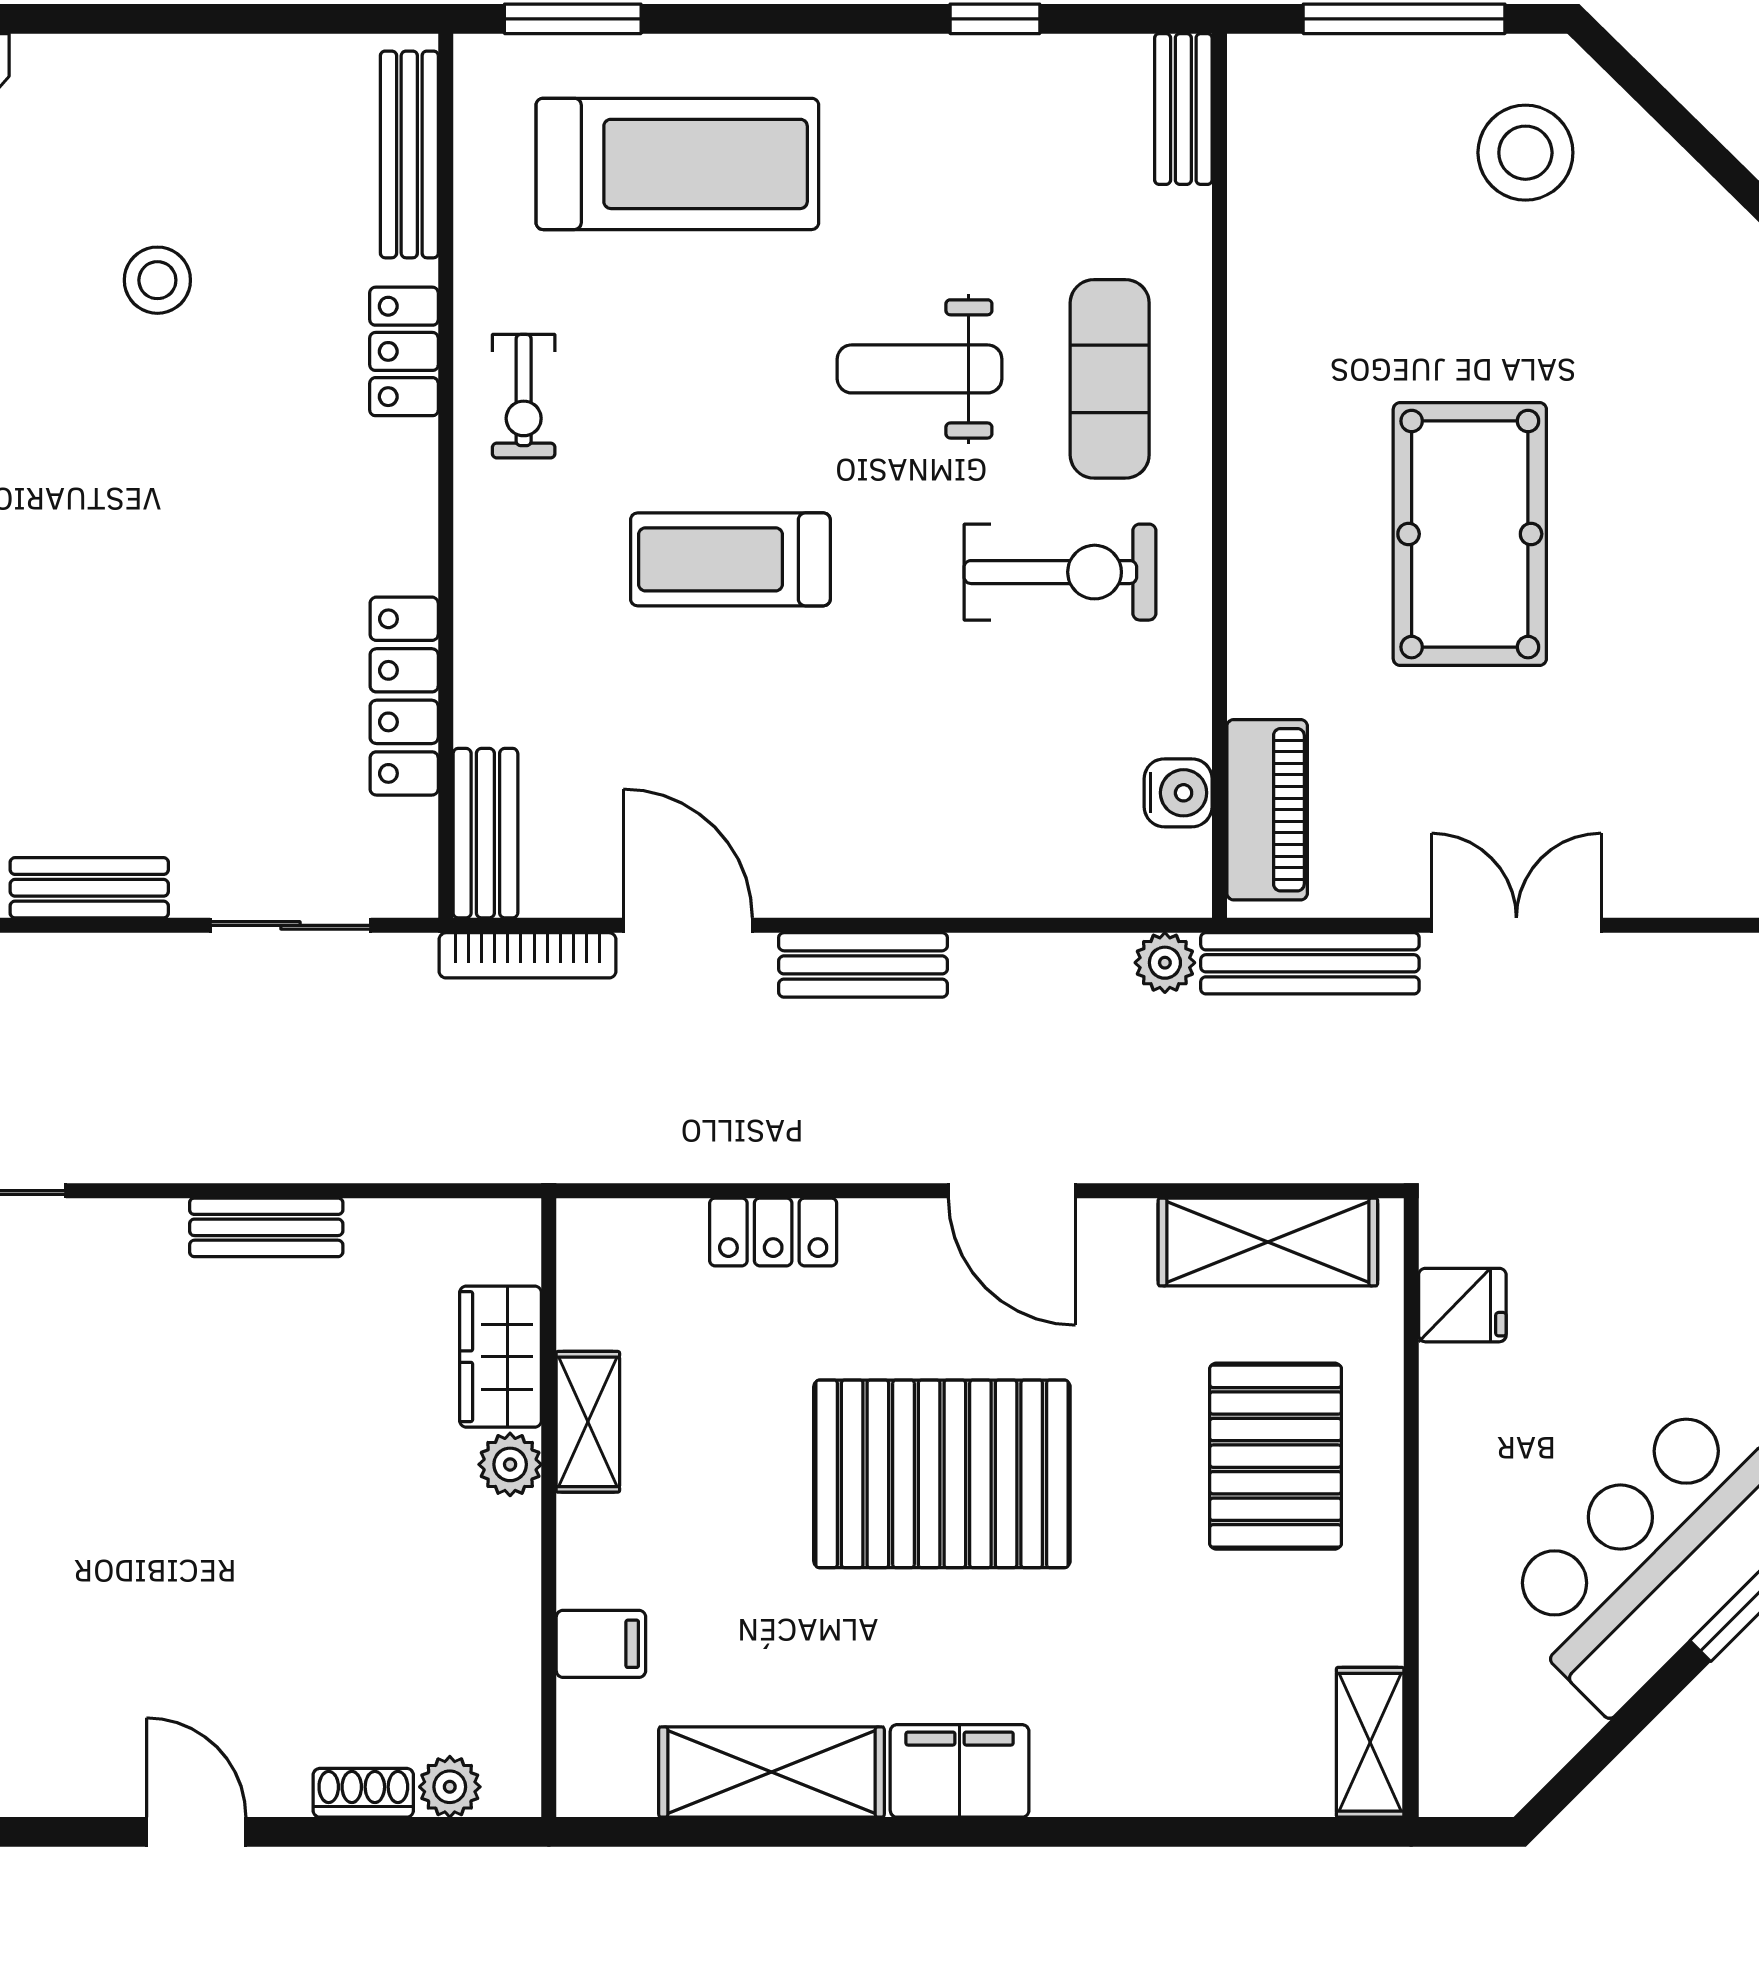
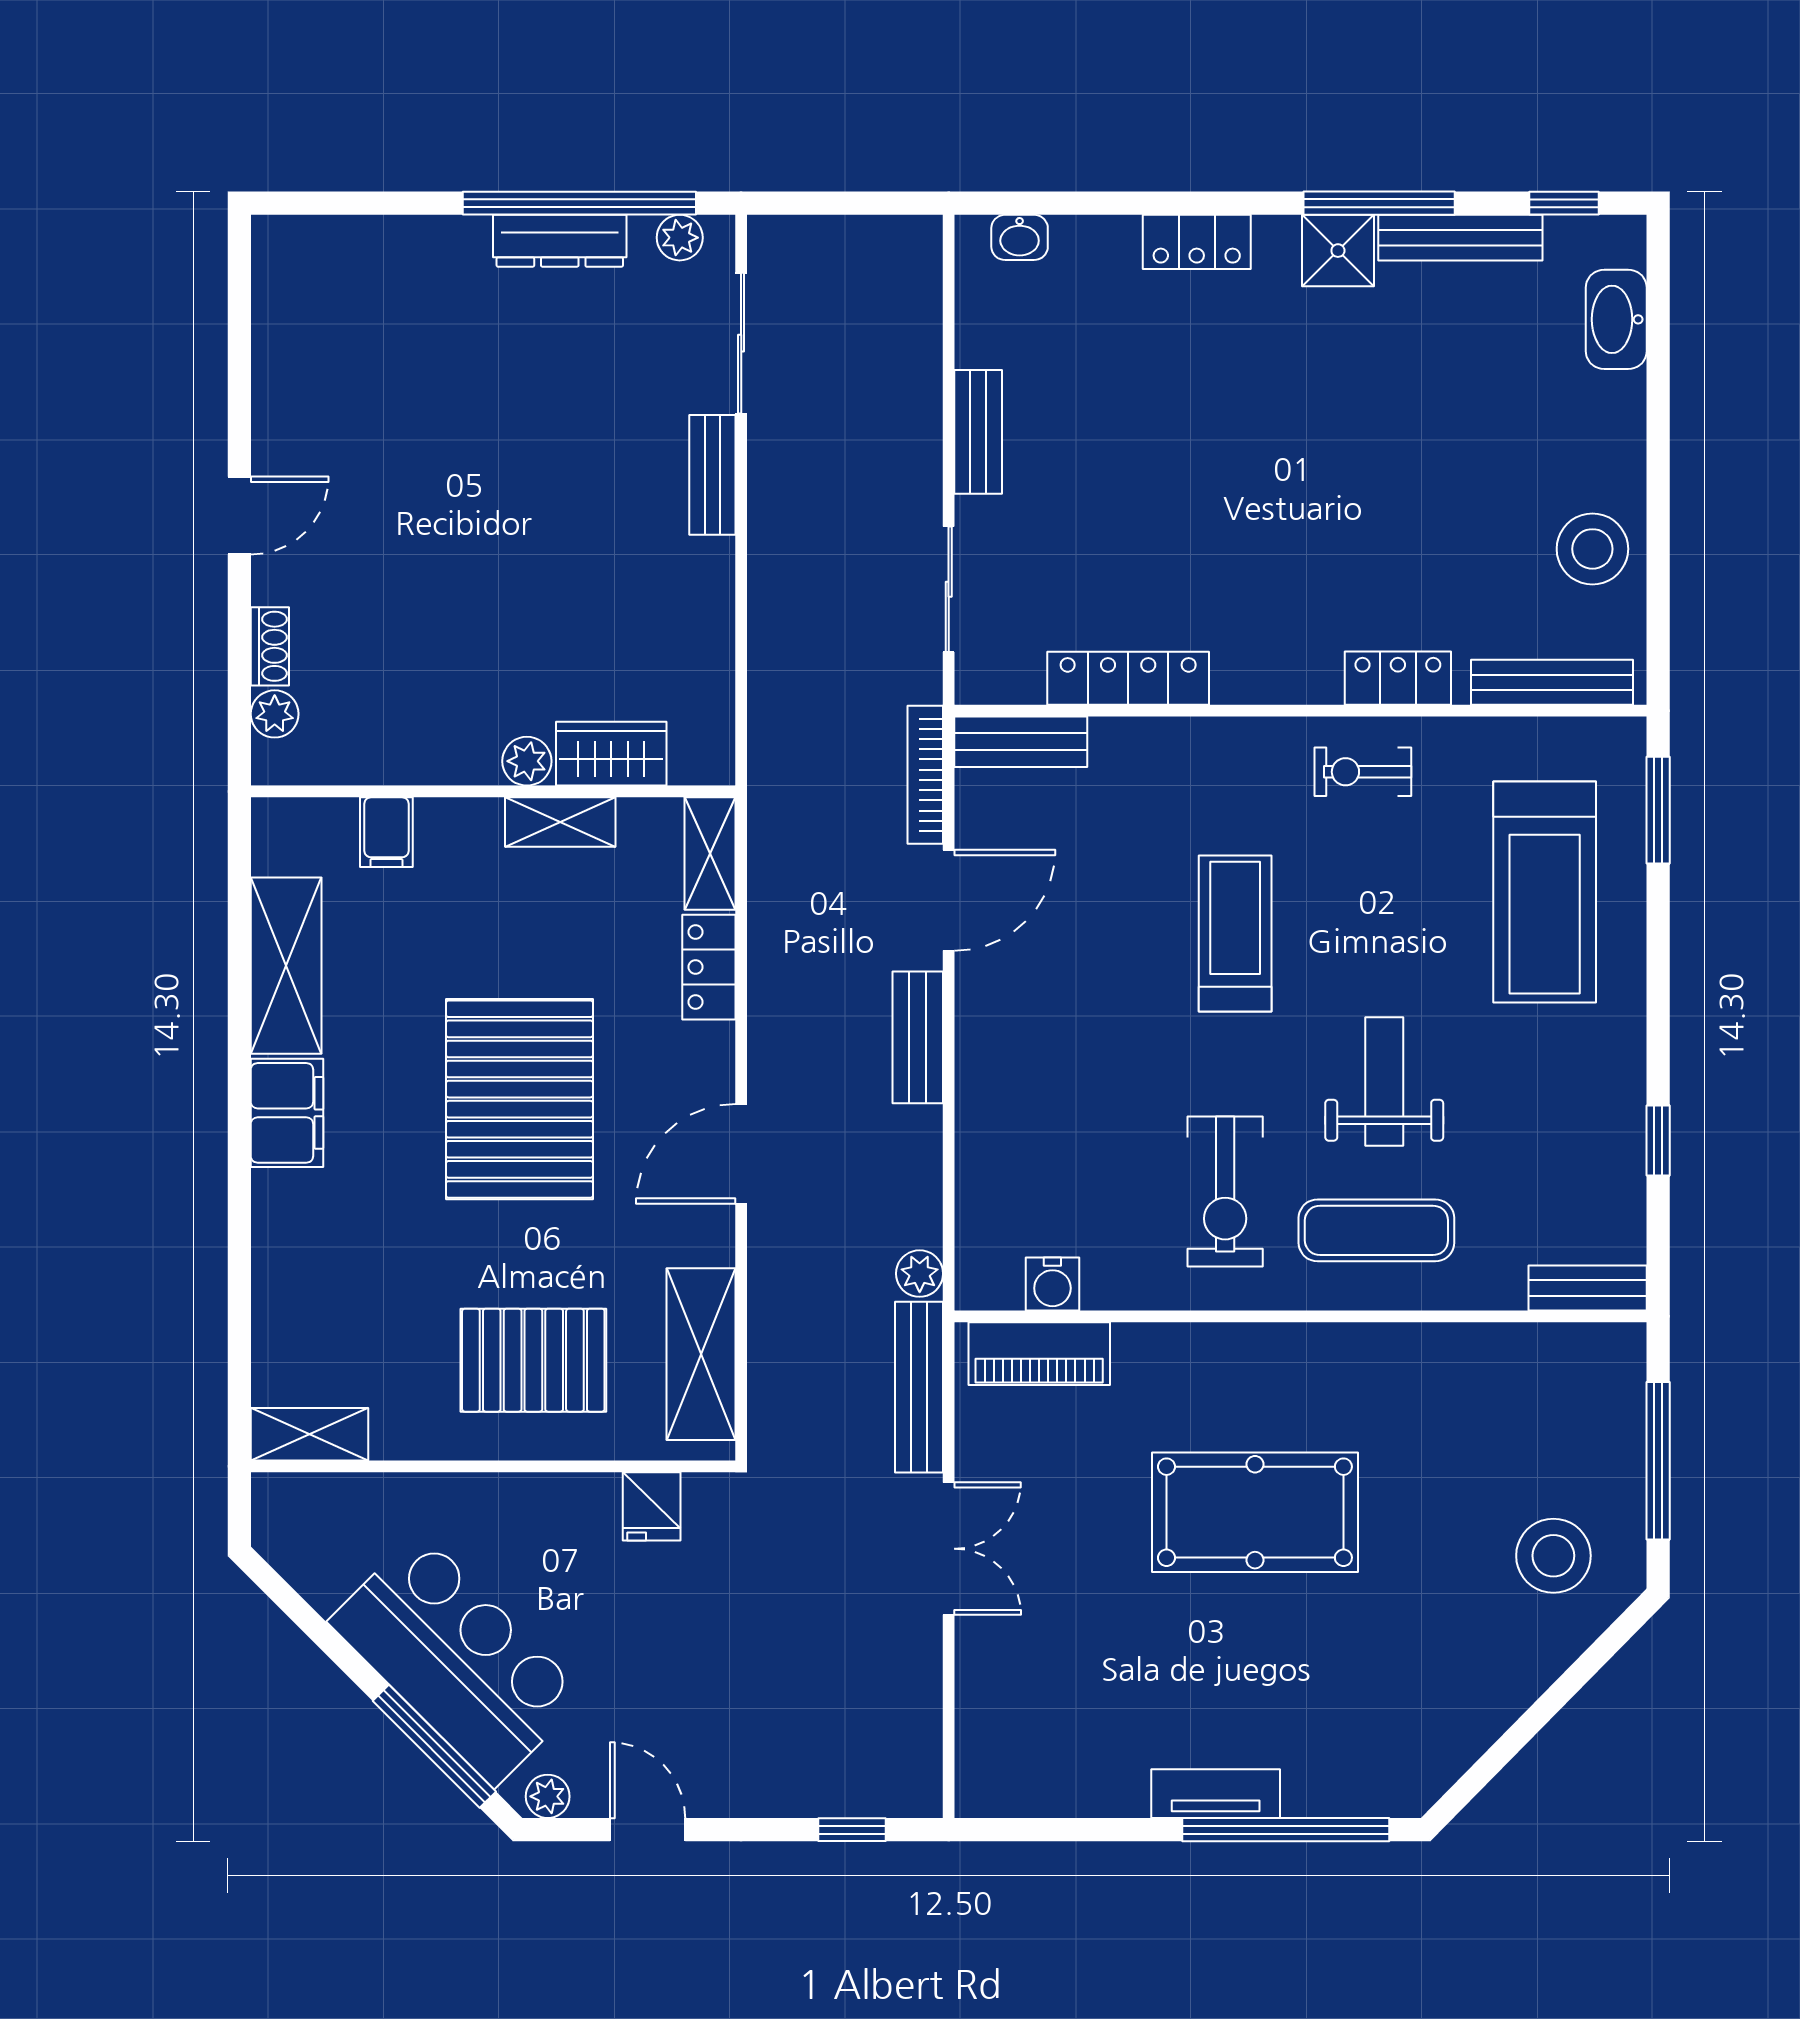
stool: (157, 280) -> (1592, 549), moved, width x1.38, depth x1.38
bench: (266, 1227) -> (712, 475), moved
shelving: (628, 1230) -> (710, 854), added

